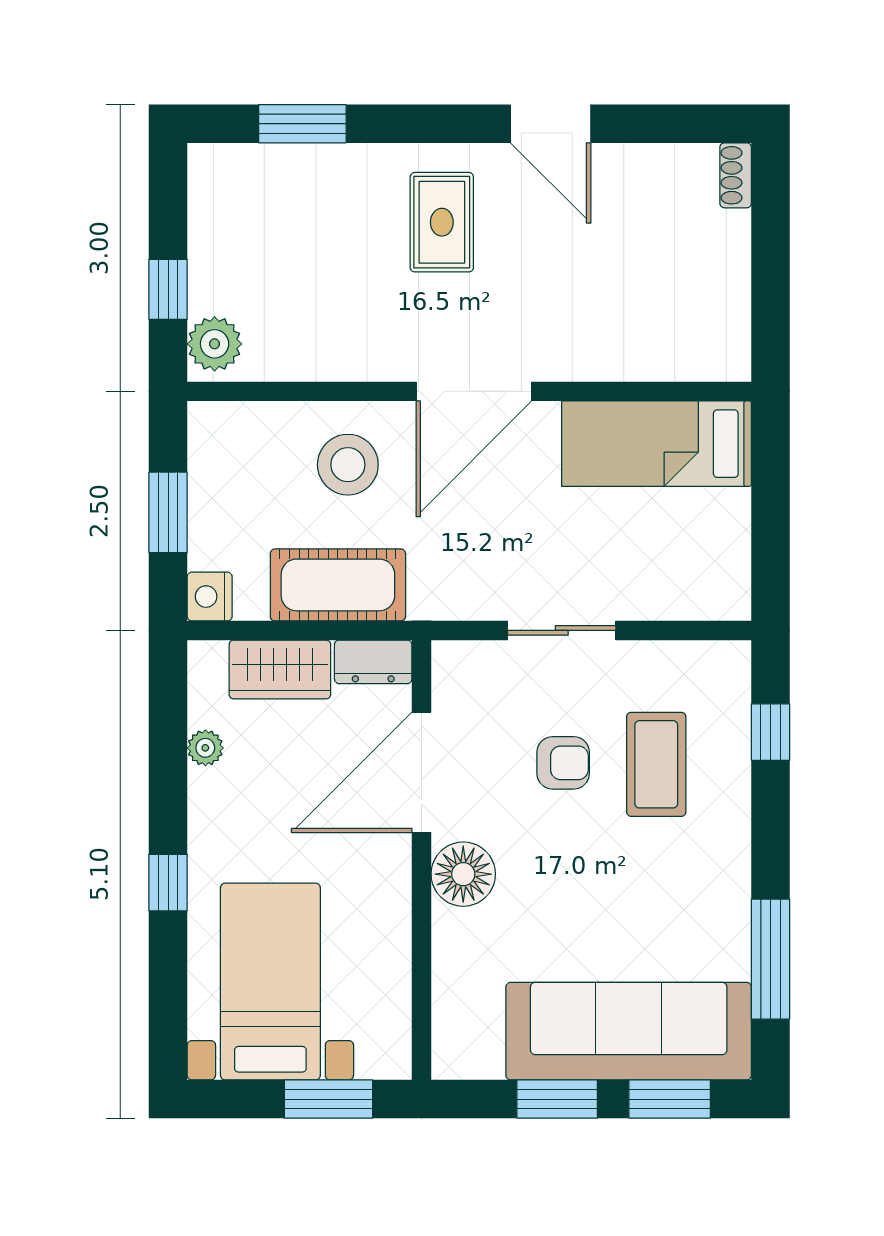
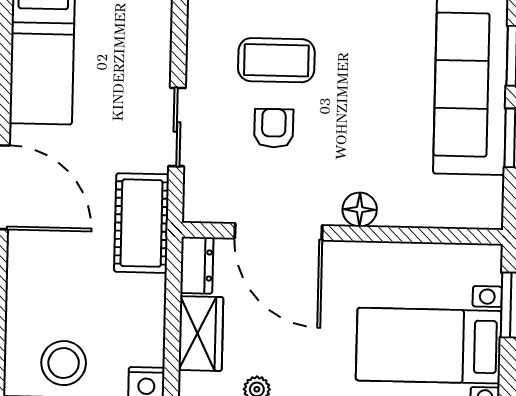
stool: (348, 465) -> (64, 363), moved
cot: (338, 585) -> (142, 223), moved
floor lamp: (463, 874) -> (360, 210), width x0.73, depth x0.73

